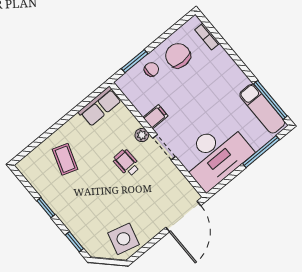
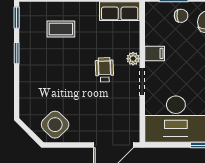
coffee table: (65, 159) -> (61, 29), turned 71
side table: (123, 239) -> (55, 125), turned 30
window: (74, 242) -> (17, 18), moved

